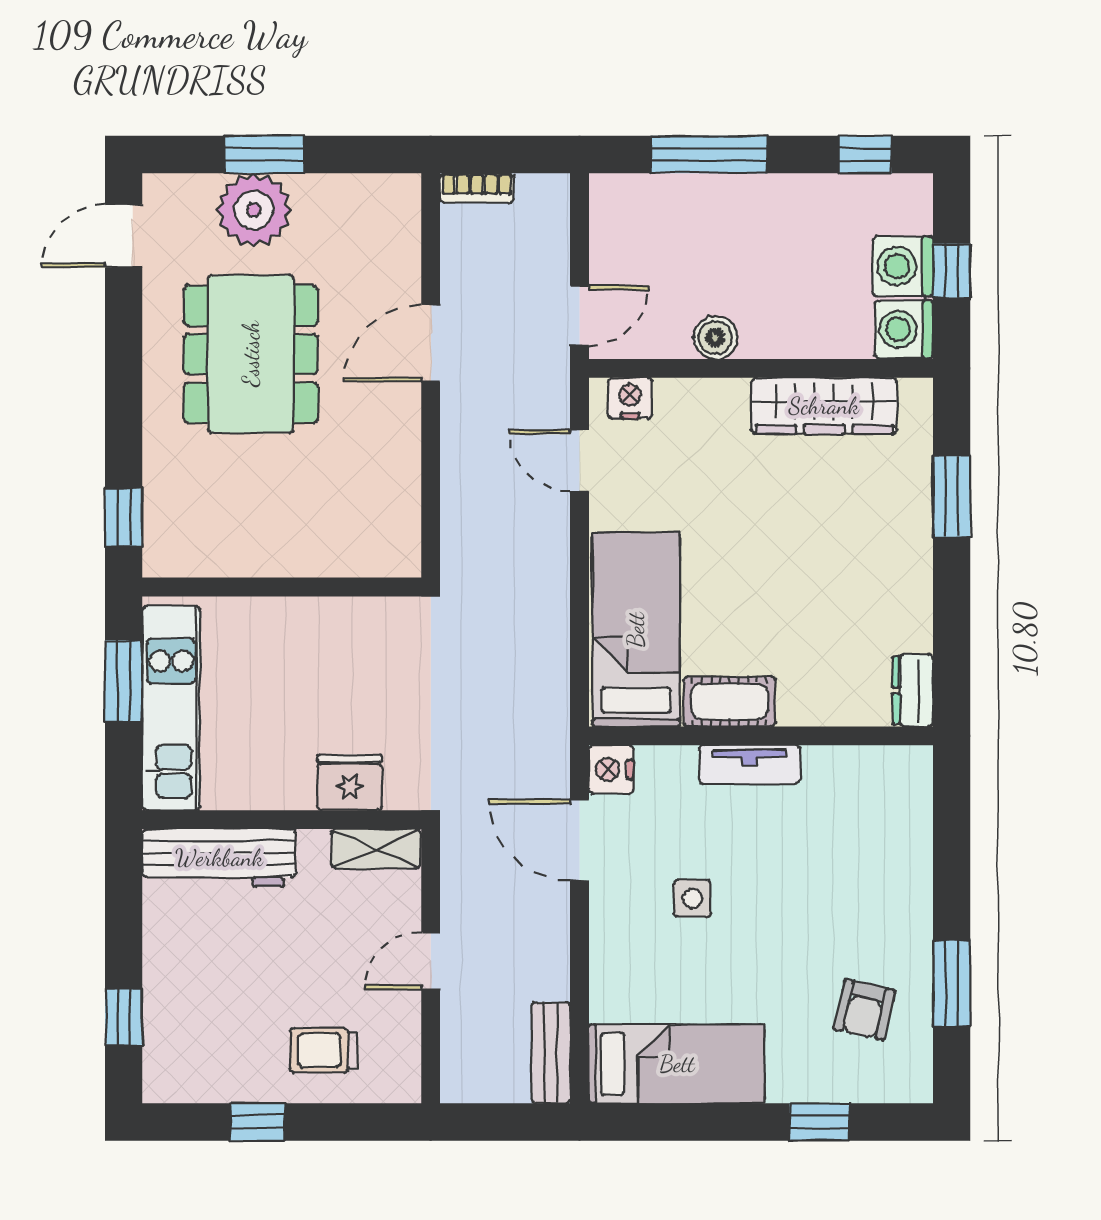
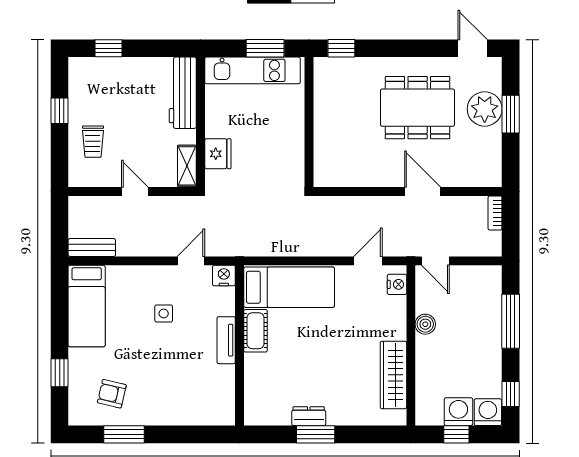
washing machine: (904, 329) -> (488, 412), moved
window: (952, 496) -> (316, 434), moved
dresser: (913, 690) -> (309, 416), moved
door: (579, 840) -> (191, 261), width x0.73
trolley: (324, 1050) -> (93, 142), turned 180

